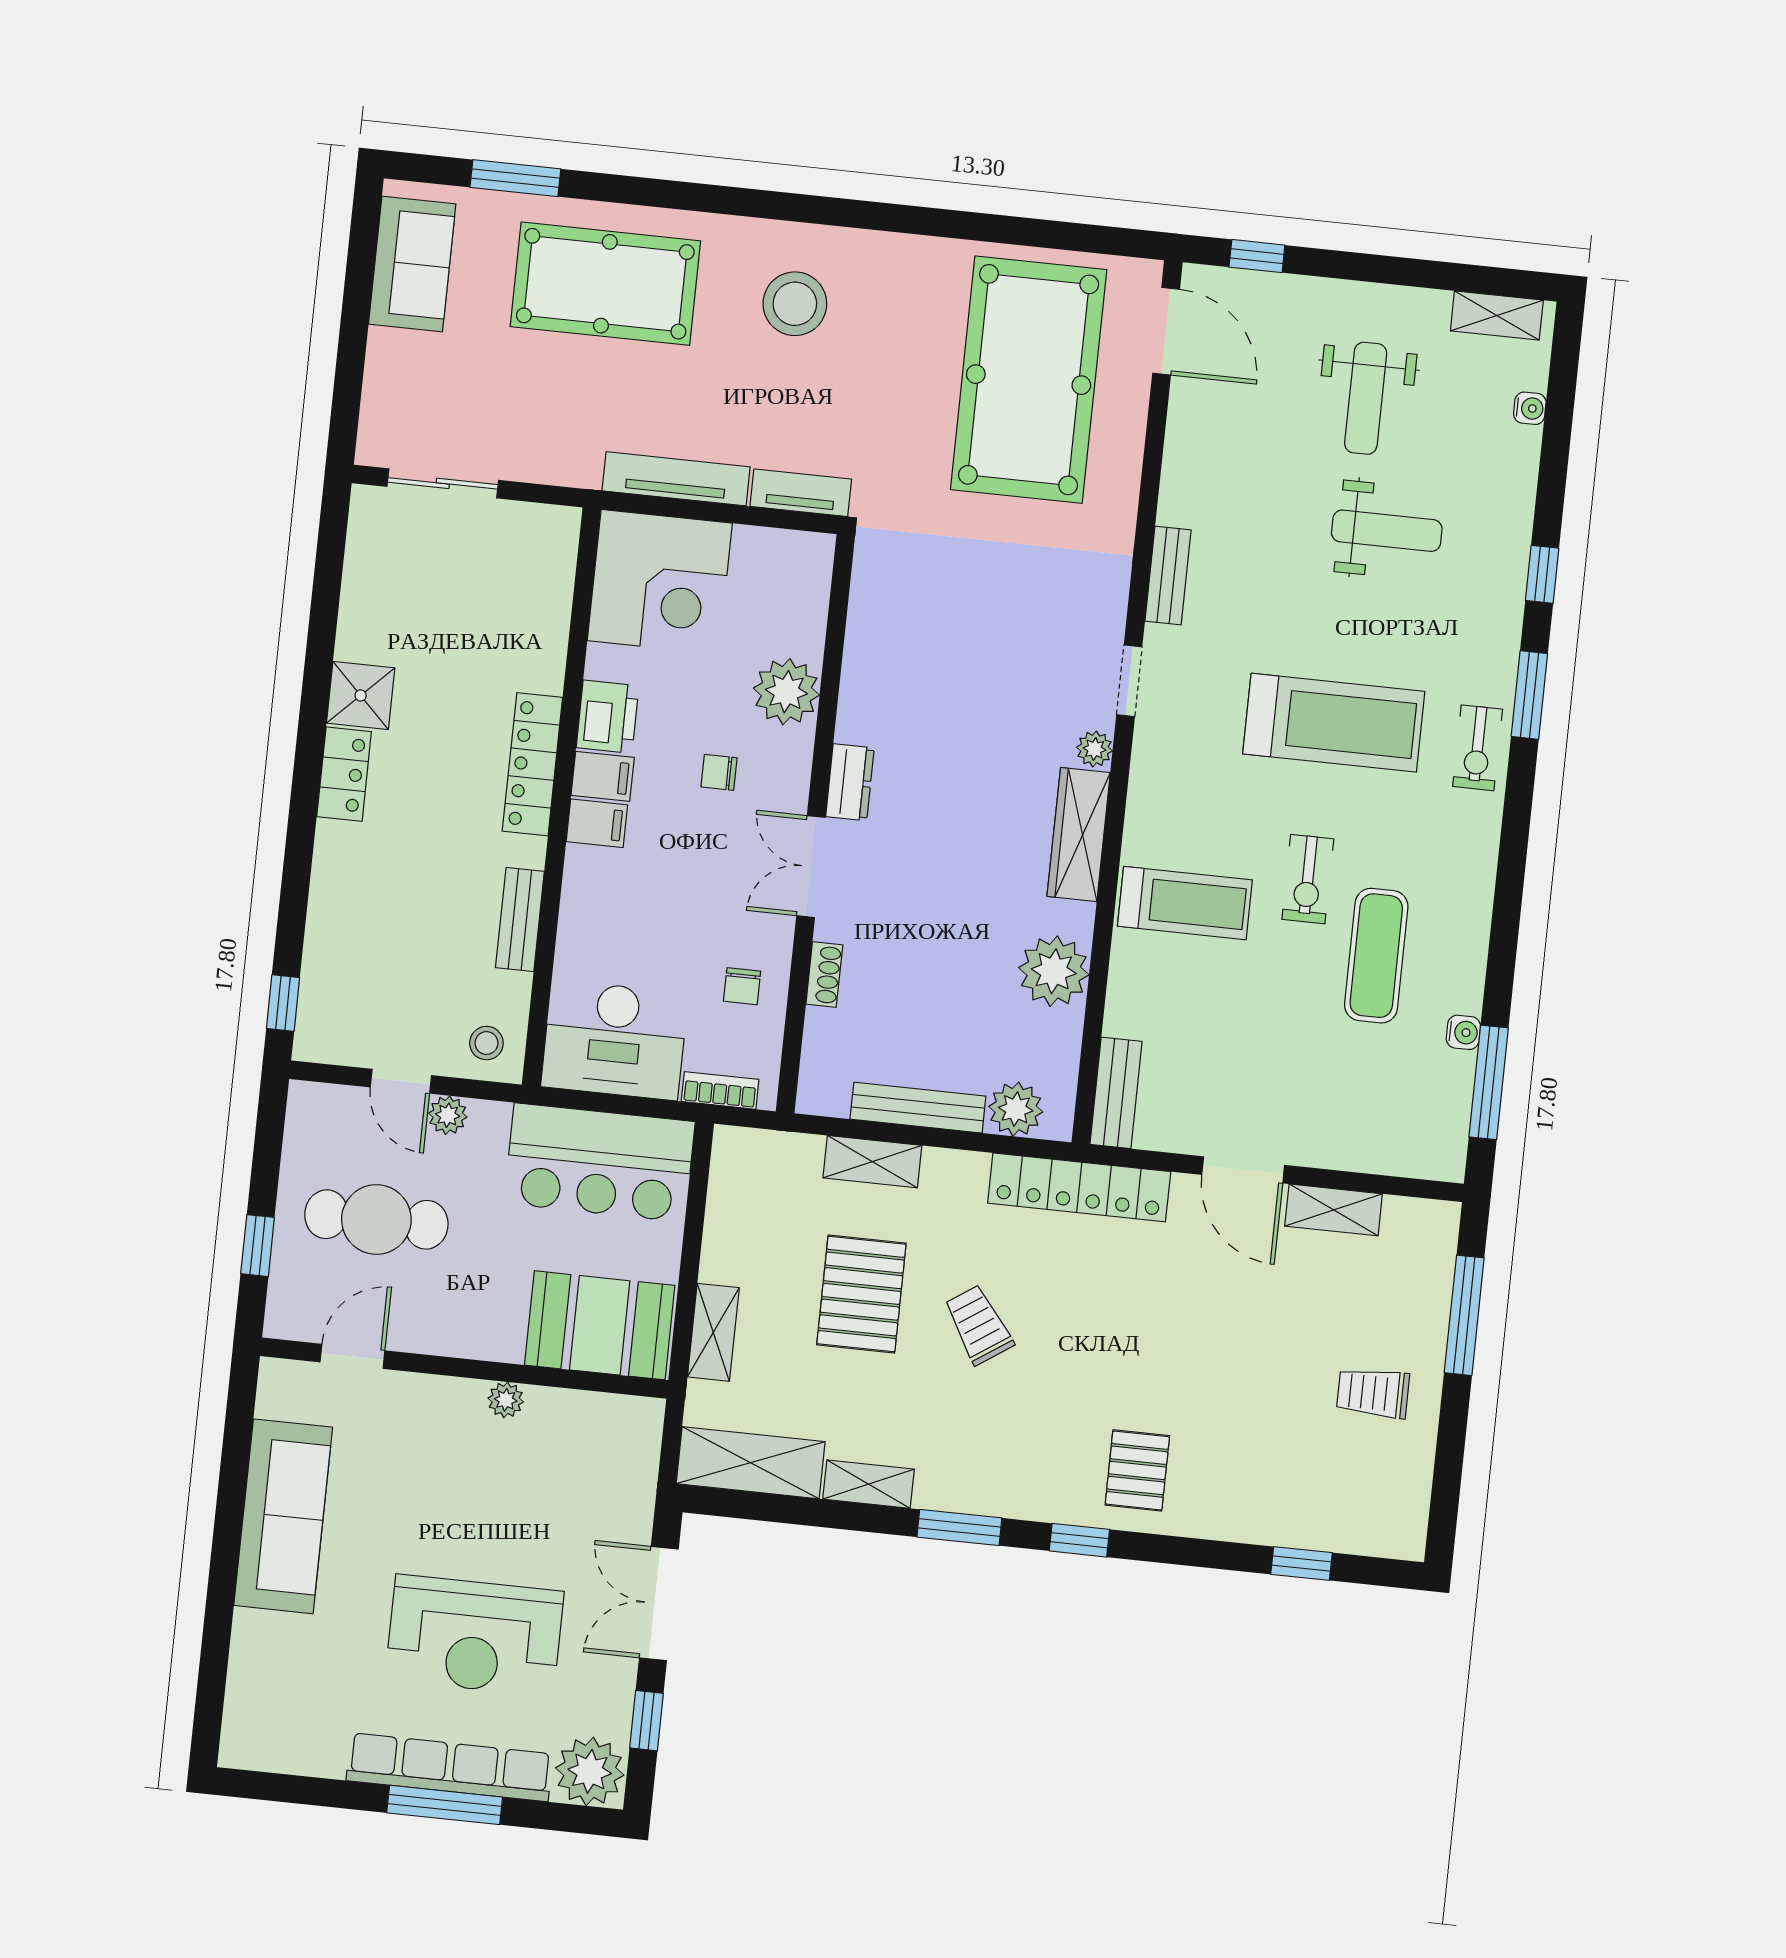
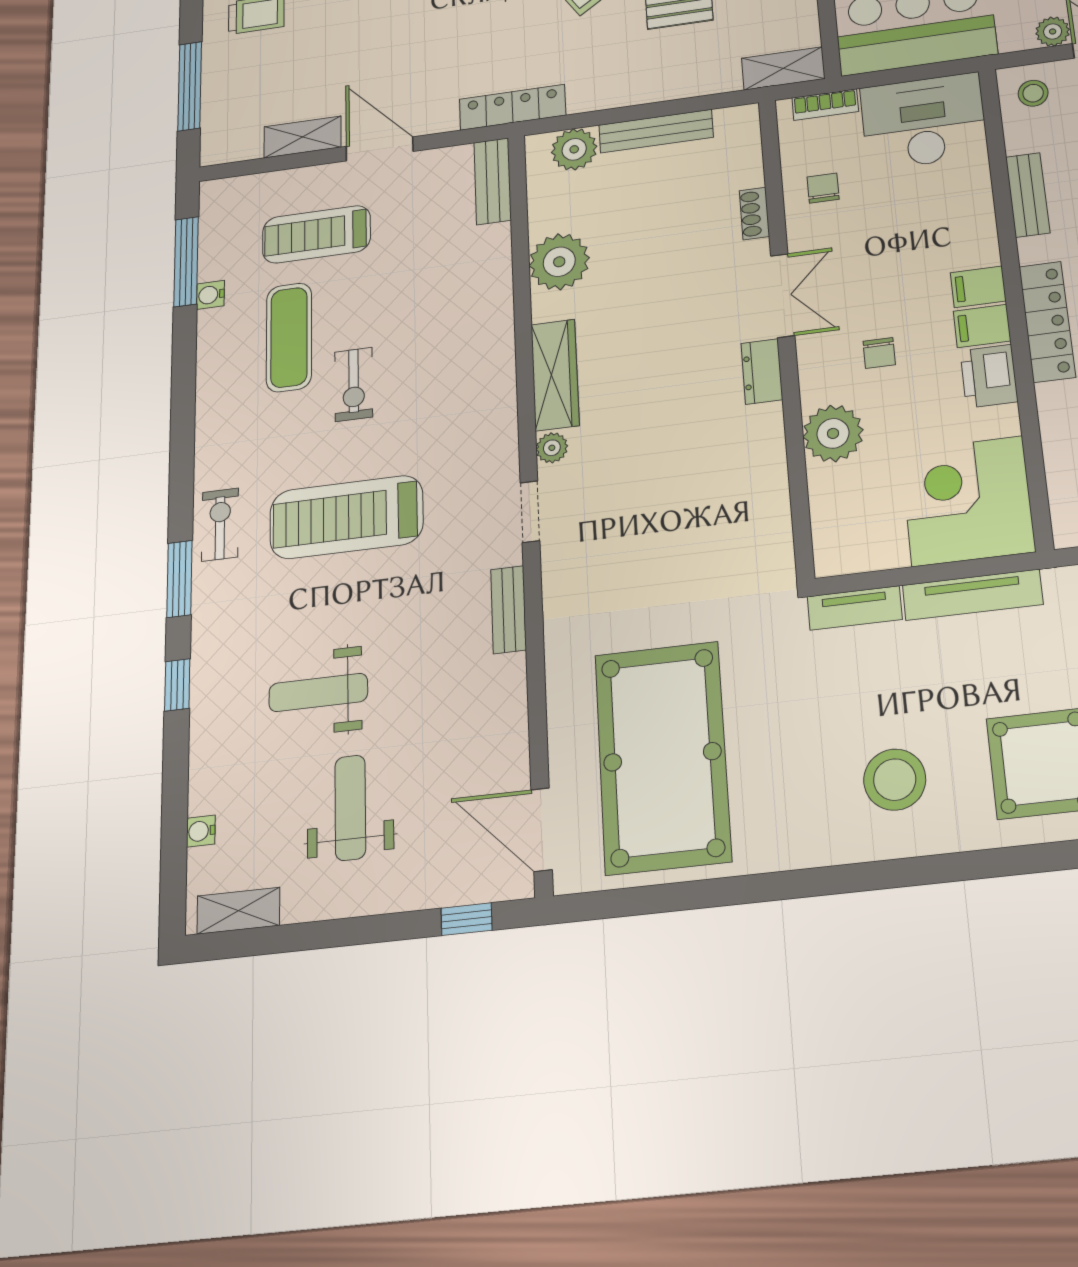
chair: (719, 772) -> (879, 353), turned 90
exercise bike: (1308, 879) -> (354, 384), turned 180
treadmill: (1185, 903) -> (316, 234), moved
shelving: (872, 1162) -> (783, 68), moved
locker: (1079, 1187) -> (512, 107), width x0.71, depth x0.83

